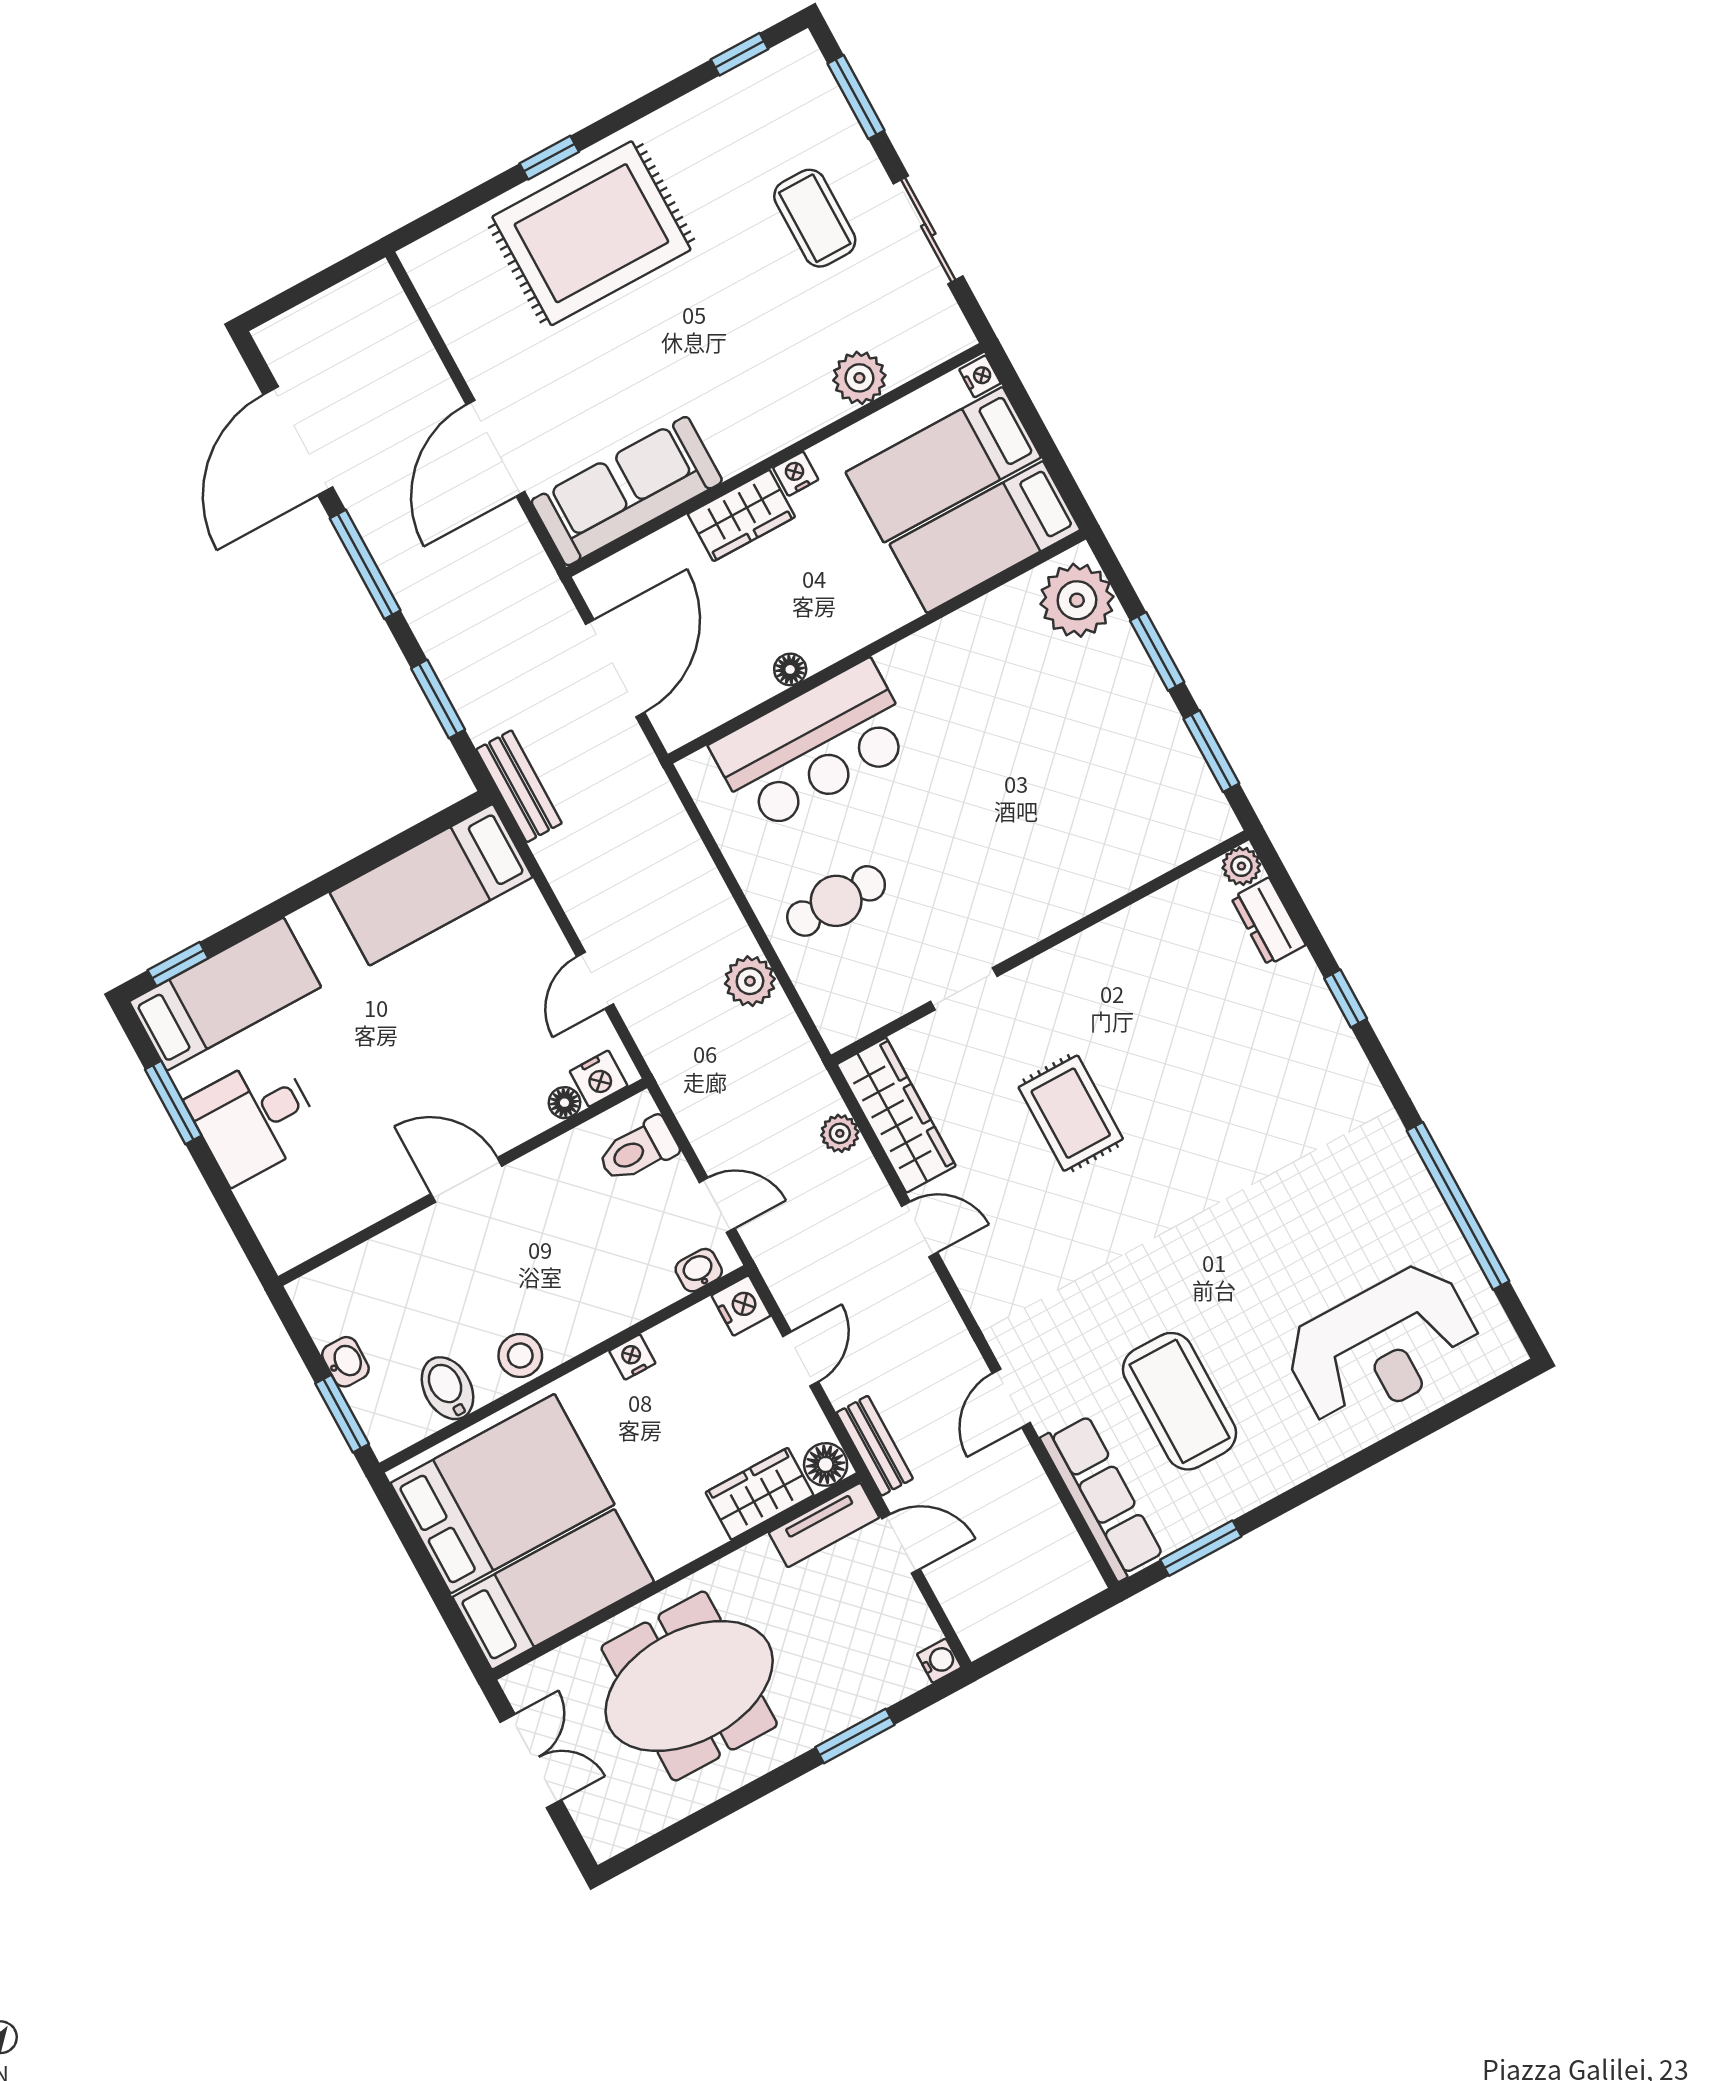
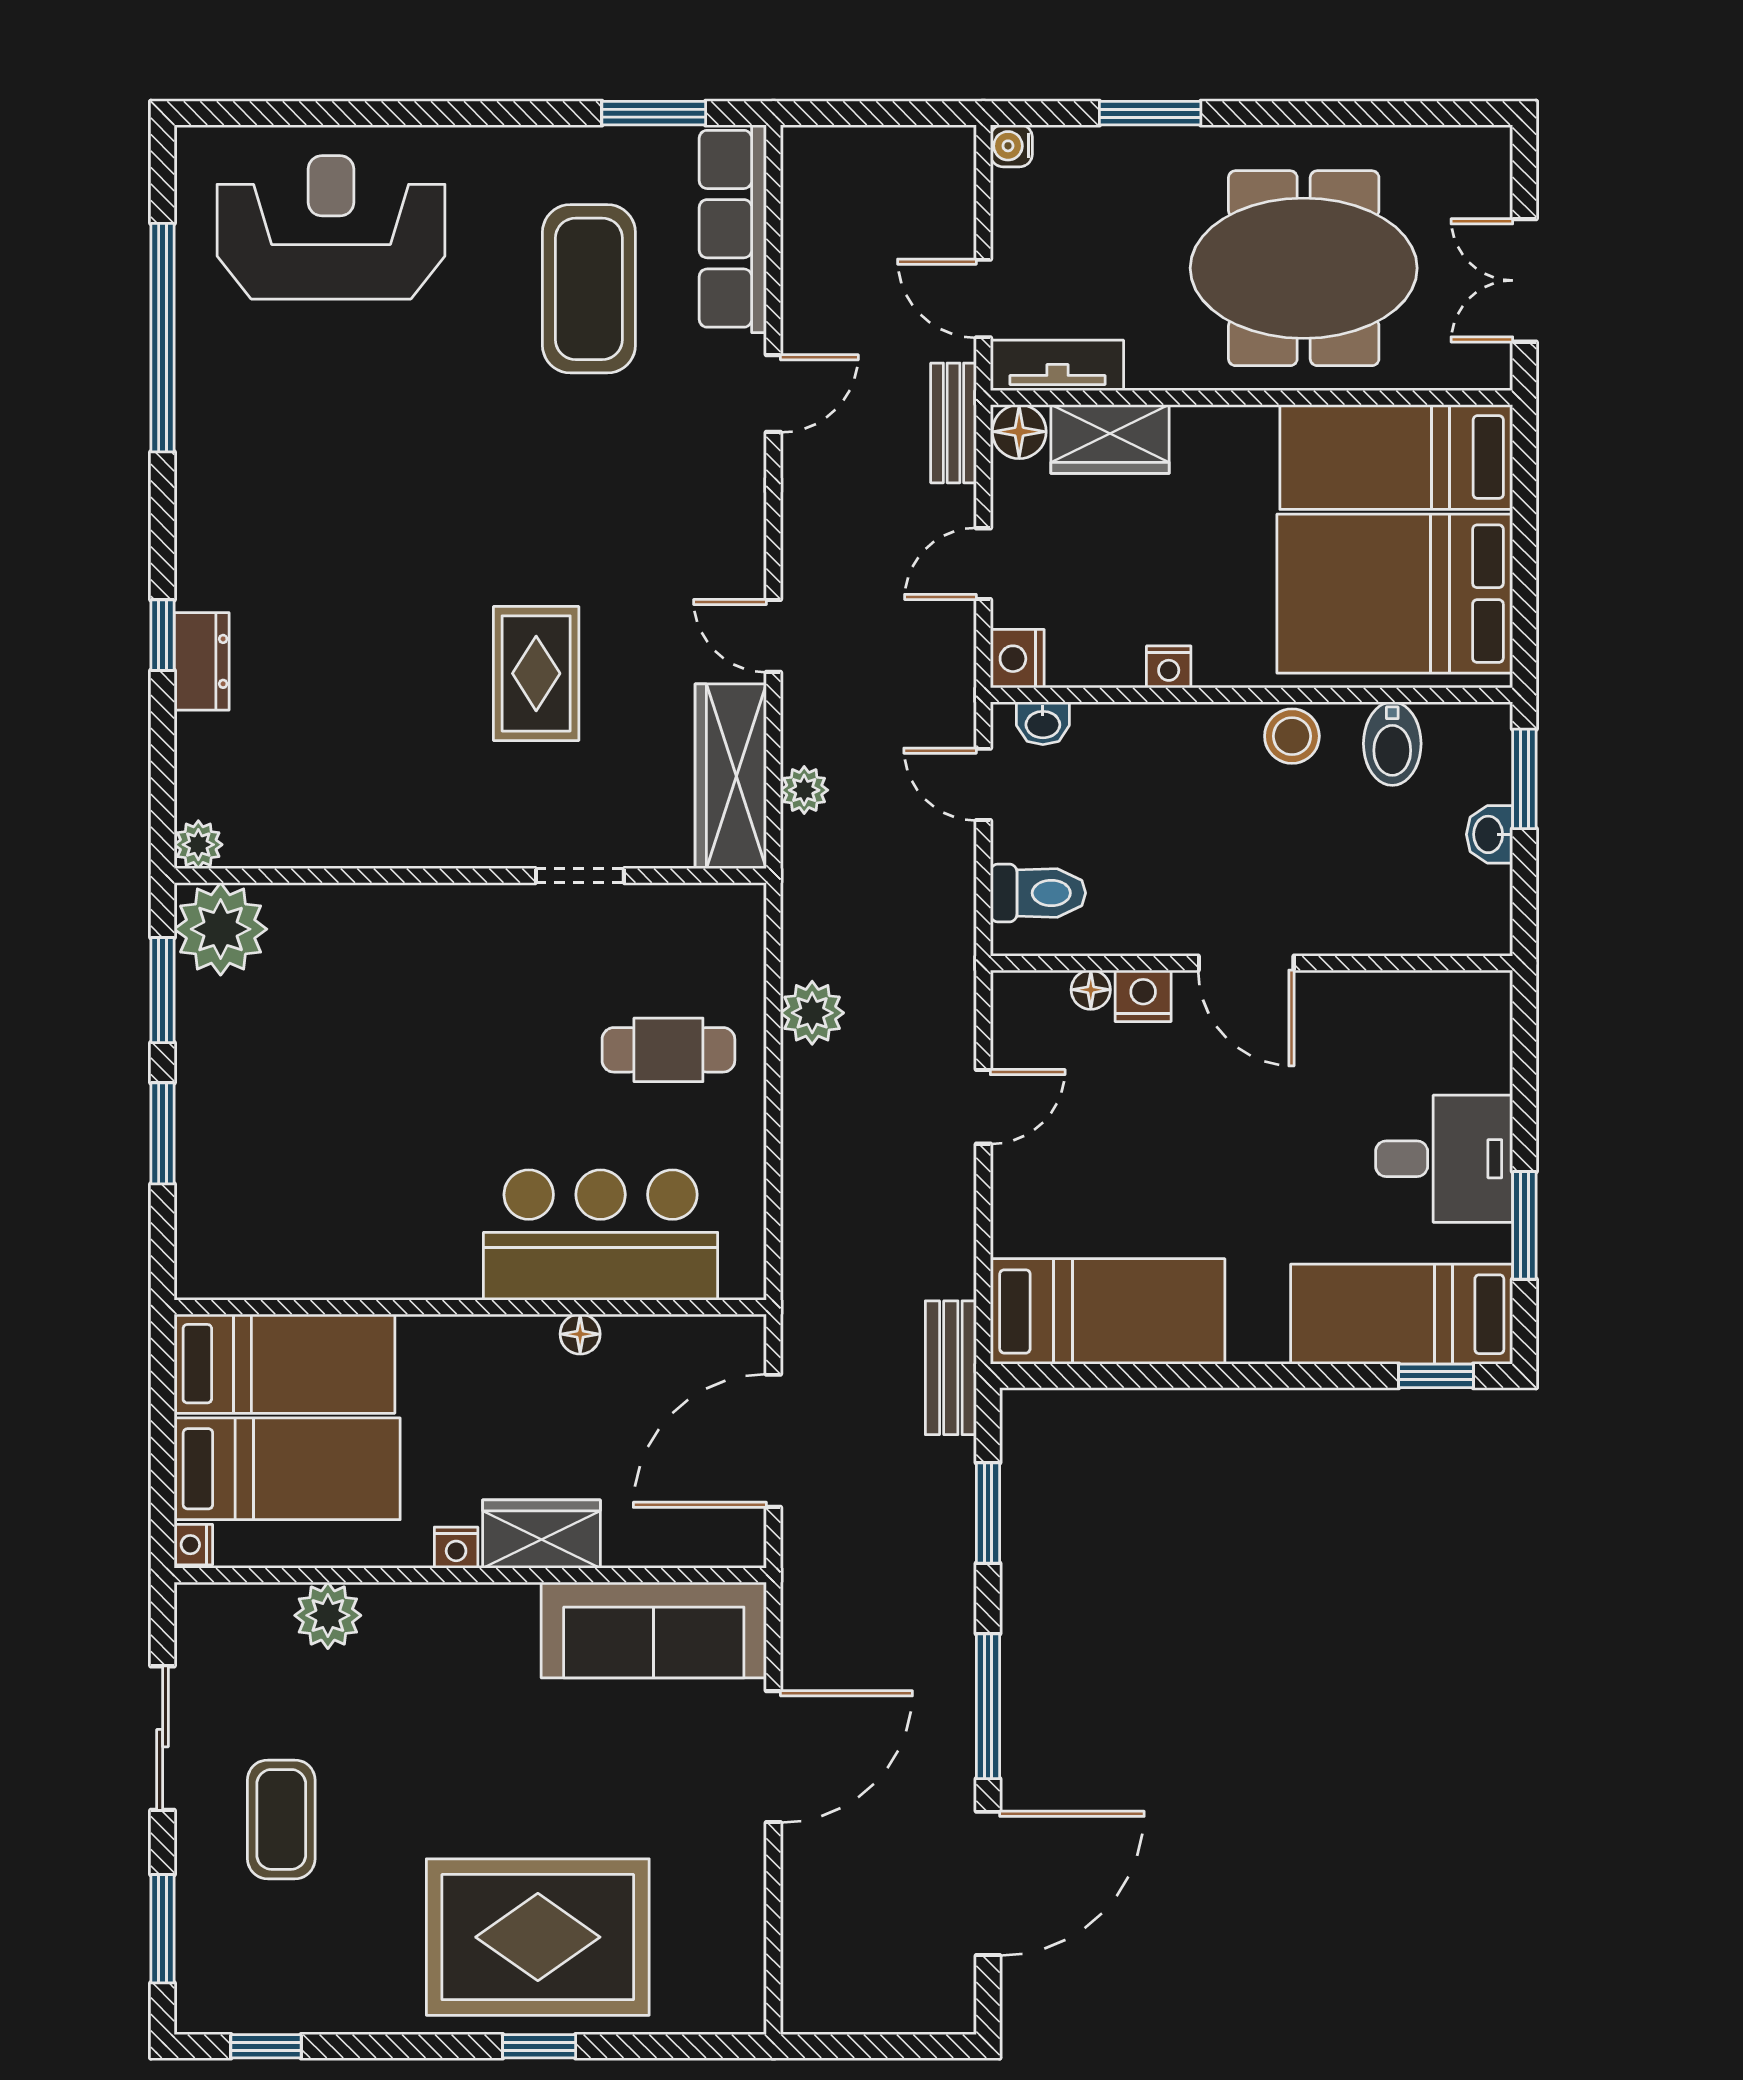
plant: (1077, 600) -> (221, 929), moved
dresser: (1268, 921) -> (202, 661), moved
nightstand: (599, 1079) -> (1143, 996), moved

